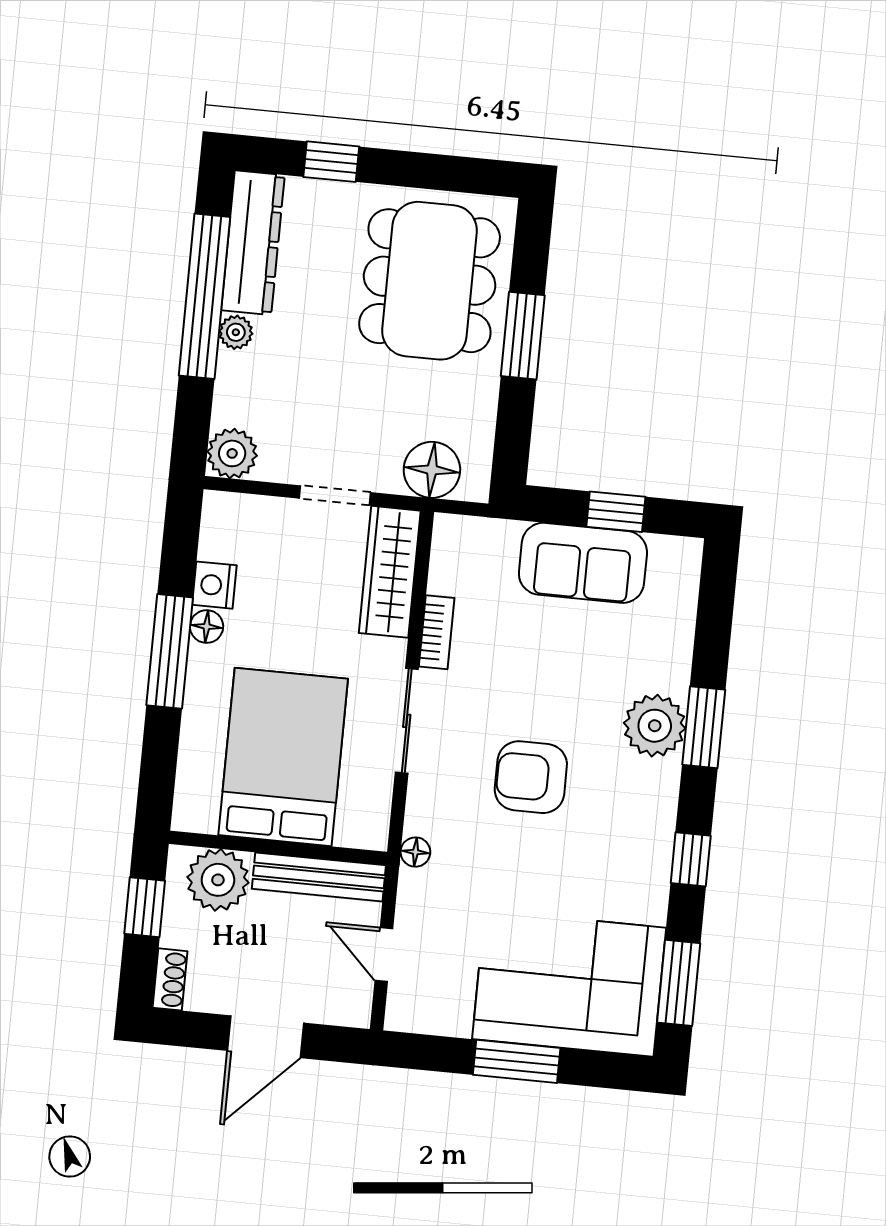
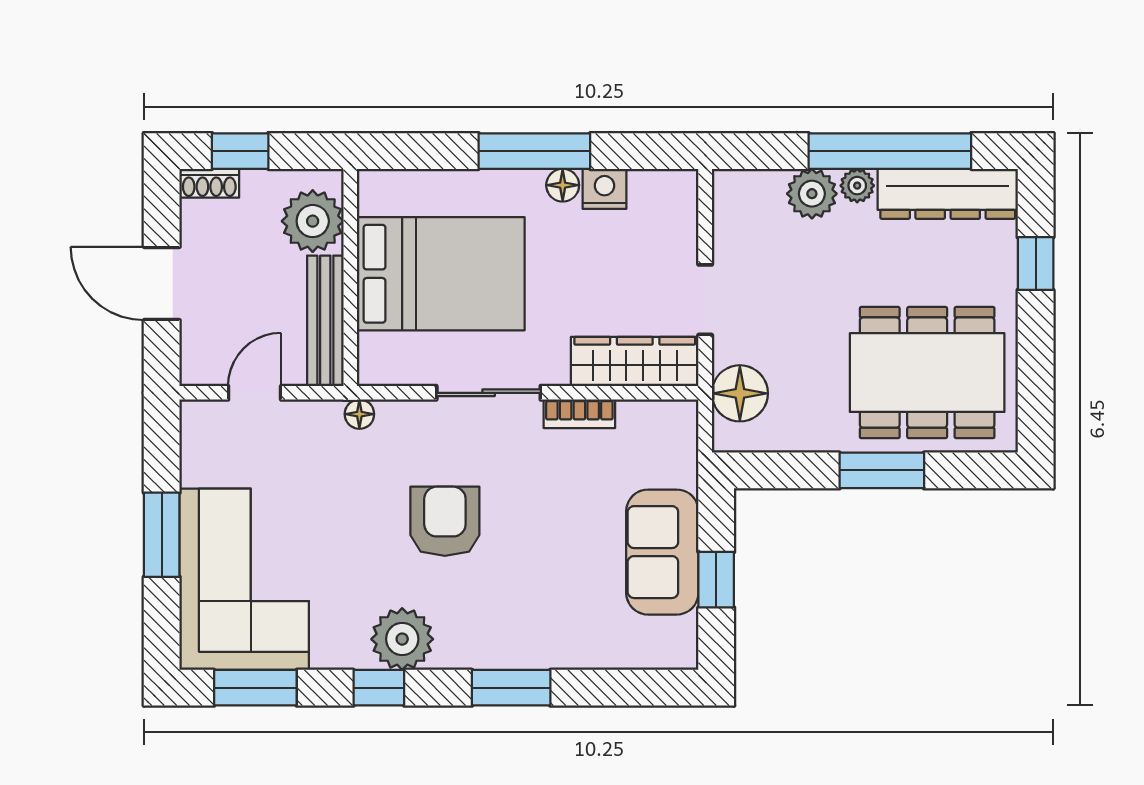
plant: (232, 453) -> (812, 194), moved
plant: (655, 726) -> (402, 639), moved
window: (145, 907) -> (240, 151), moved

